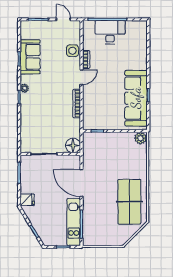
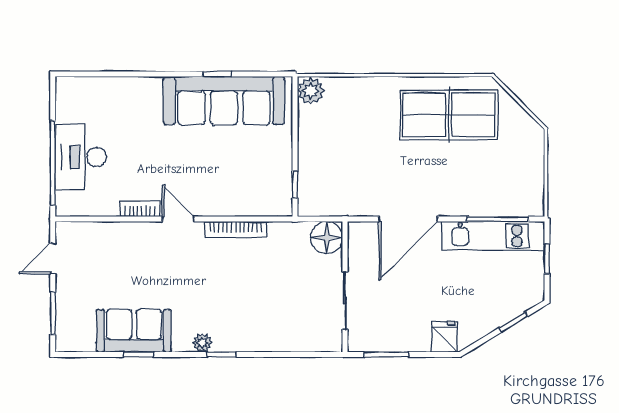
side table: (73, 51) -> (121, 239), removed

